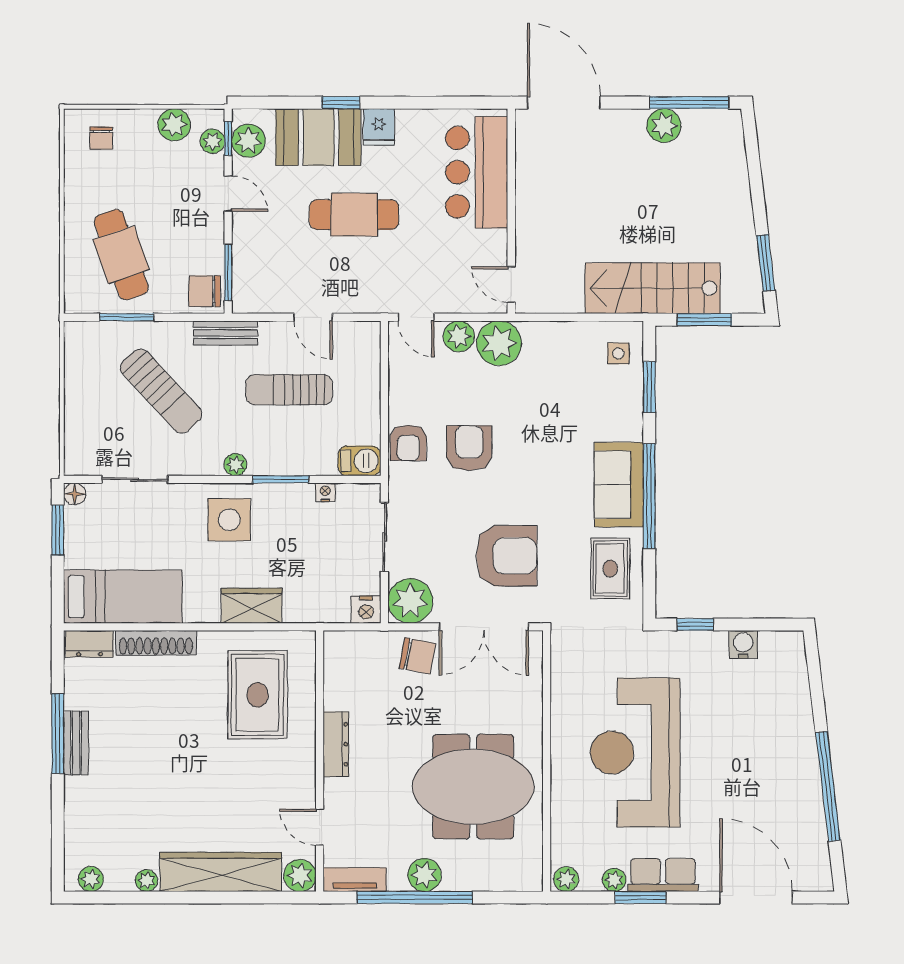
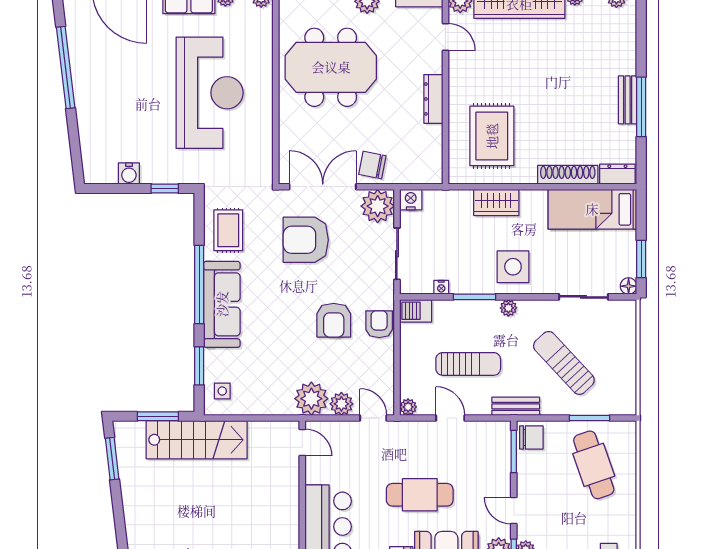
plant: (370, 332) -> (408, 407), added
sofa: (619, 485) -> (222, 304), width x1.36

